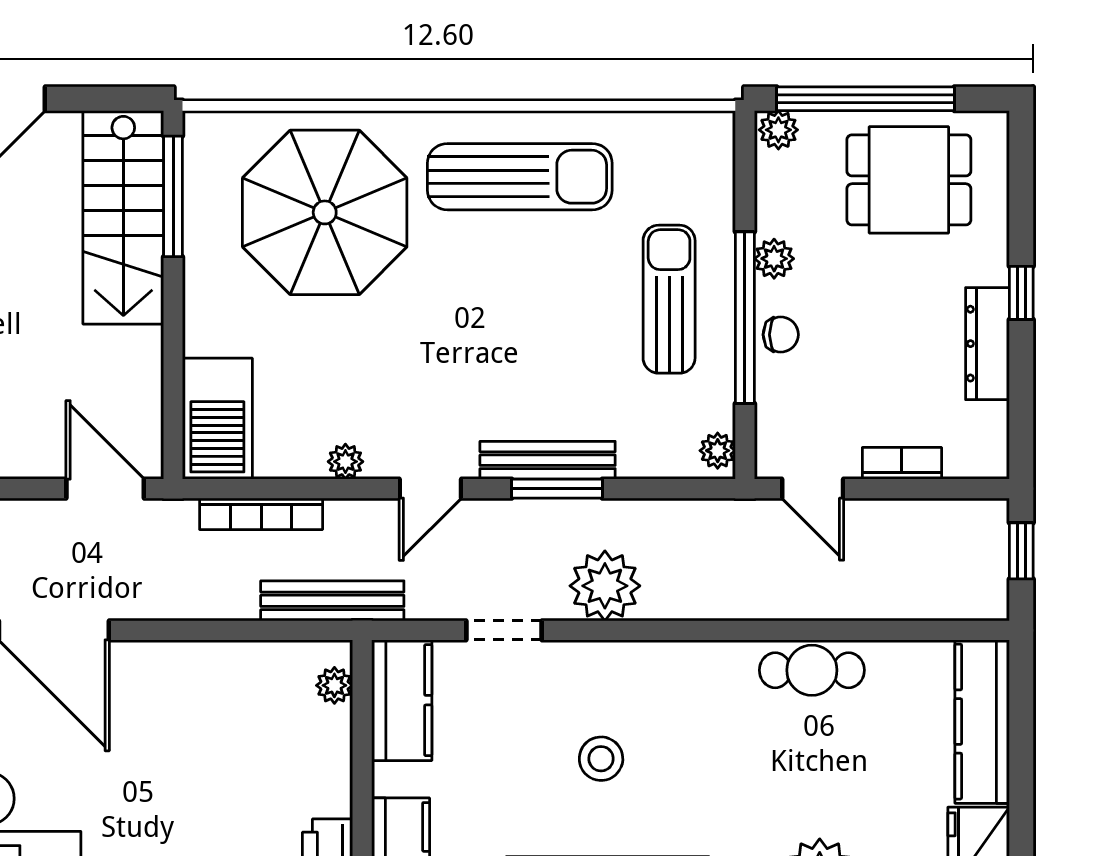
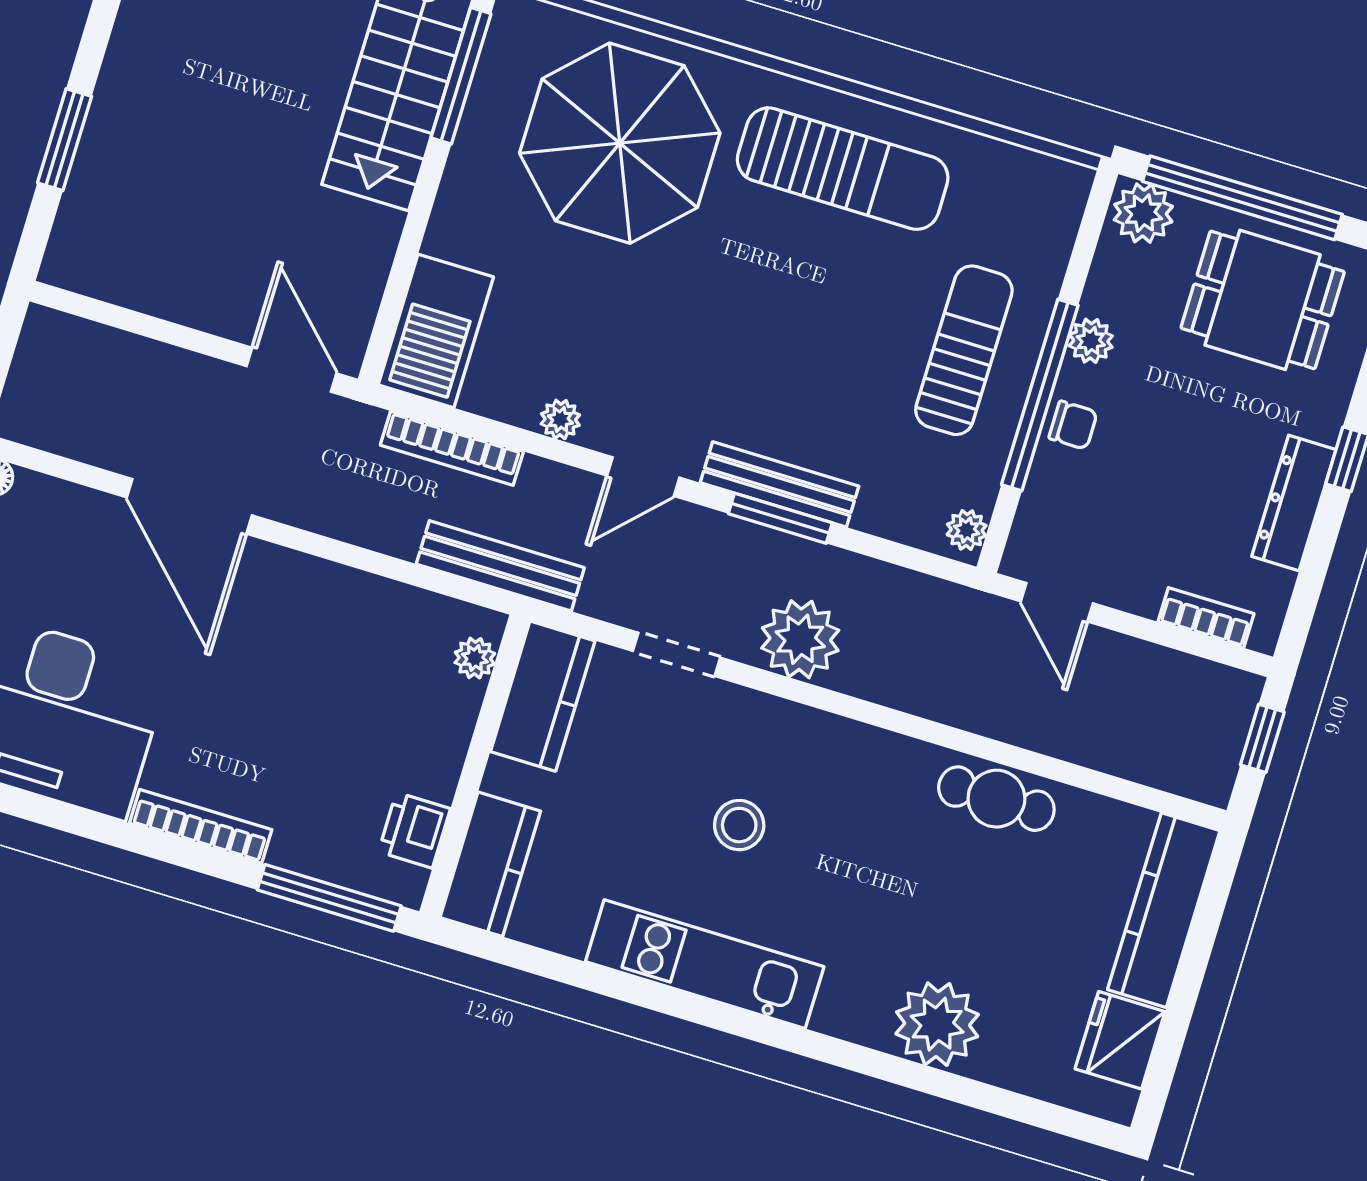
plant: (778, 130) -> (1143, 213), width x1.38, depth x1.38
bookcase: (902, 463) -> (1206, 618), moved

